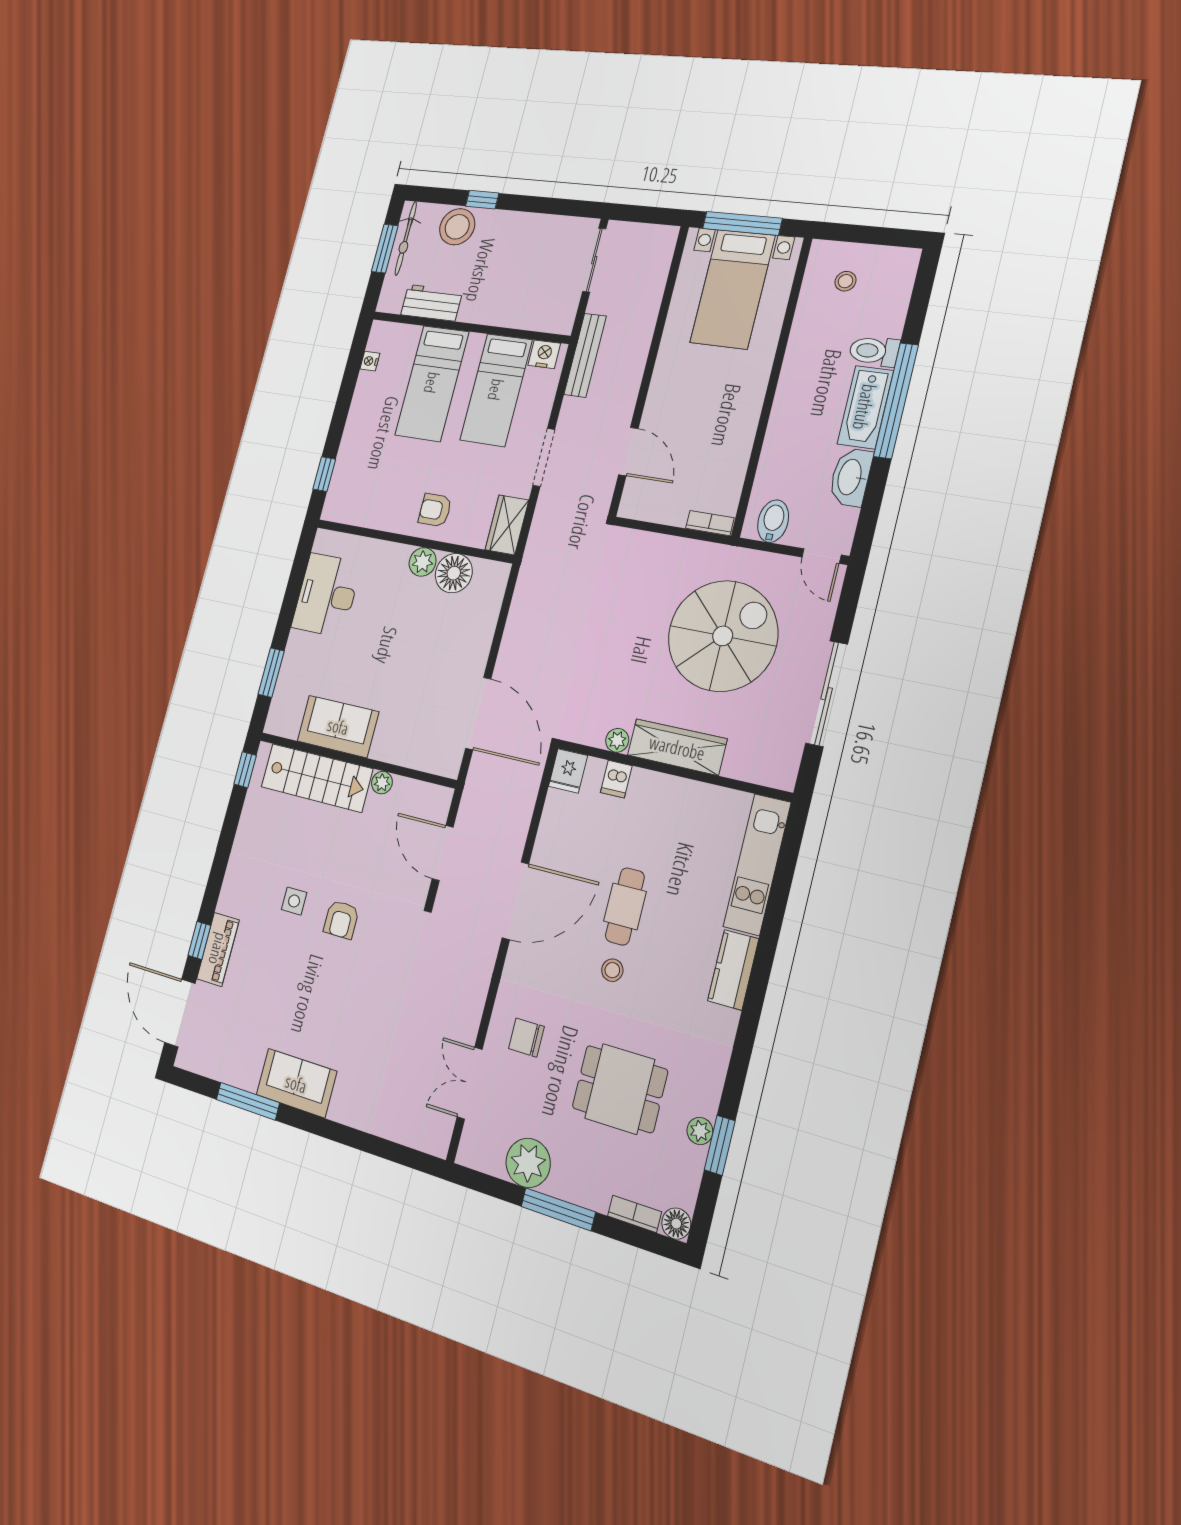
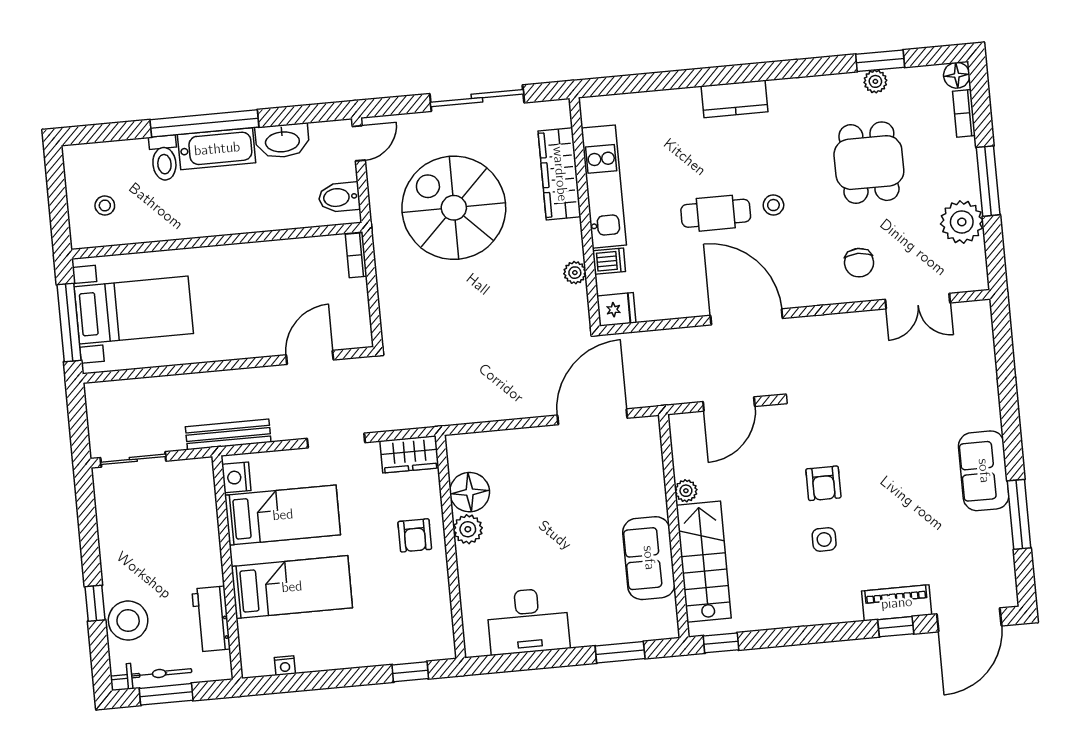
wardrobe: (677, 747) -> (560, 174), moved
kitchen unit: (757, 864) -> (604, 187), moved, turned -90
armchair: (341, 920) -> (823, 483), turned 90

